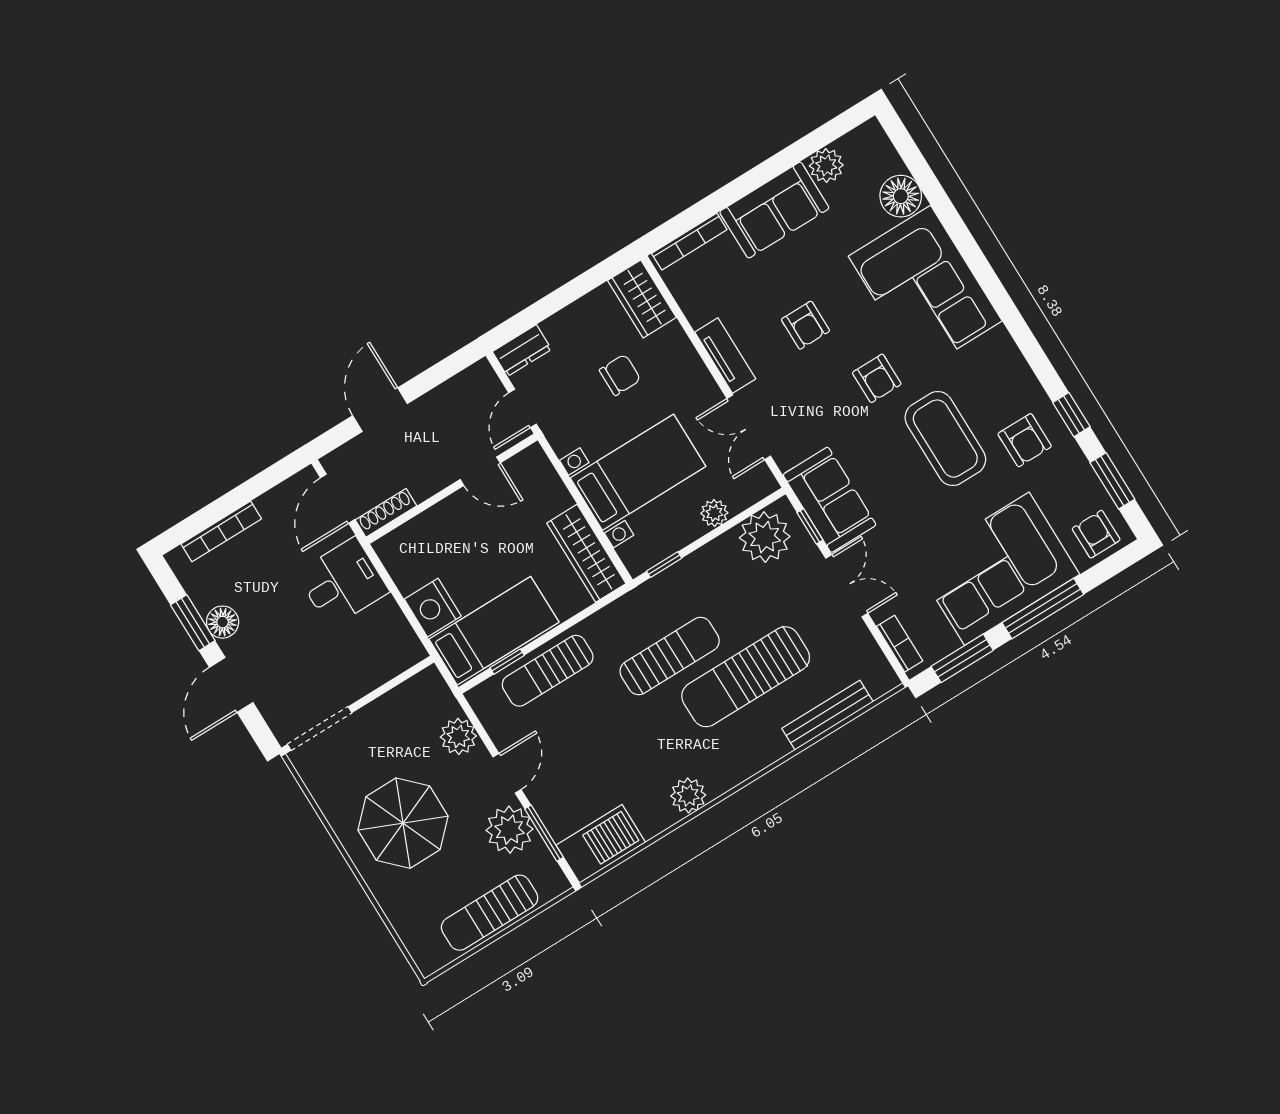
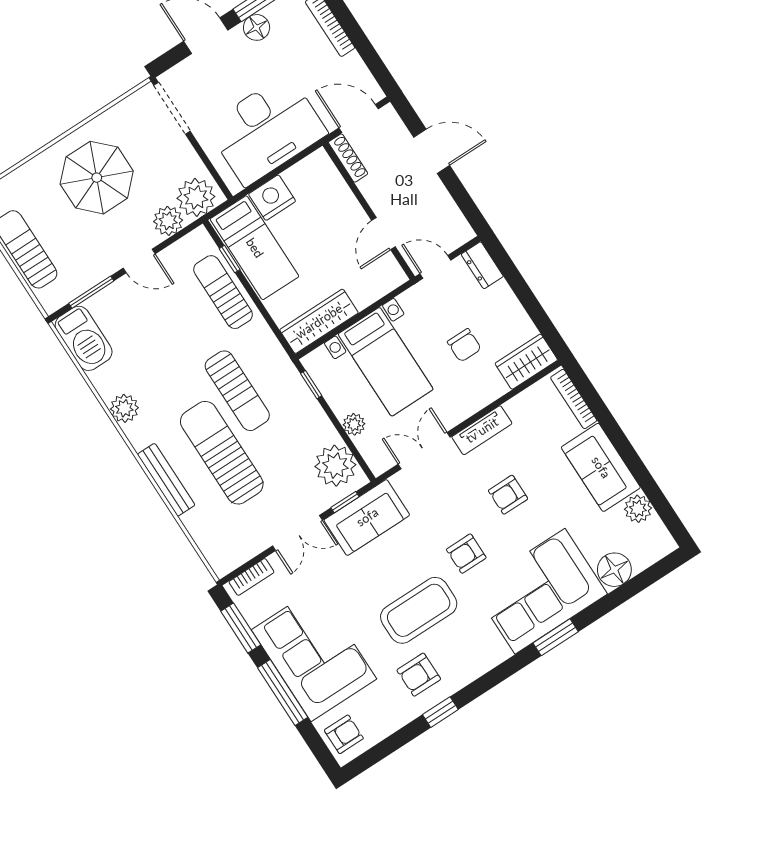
window: (1112, 481) -> (556, 637), moved
desk: (343, 582) -> (266, 130), width x1.87, depth x1.30
bench: (827, 715) -> (166, 480), moved
plant: (510, 830) -> (196, 197), moved

